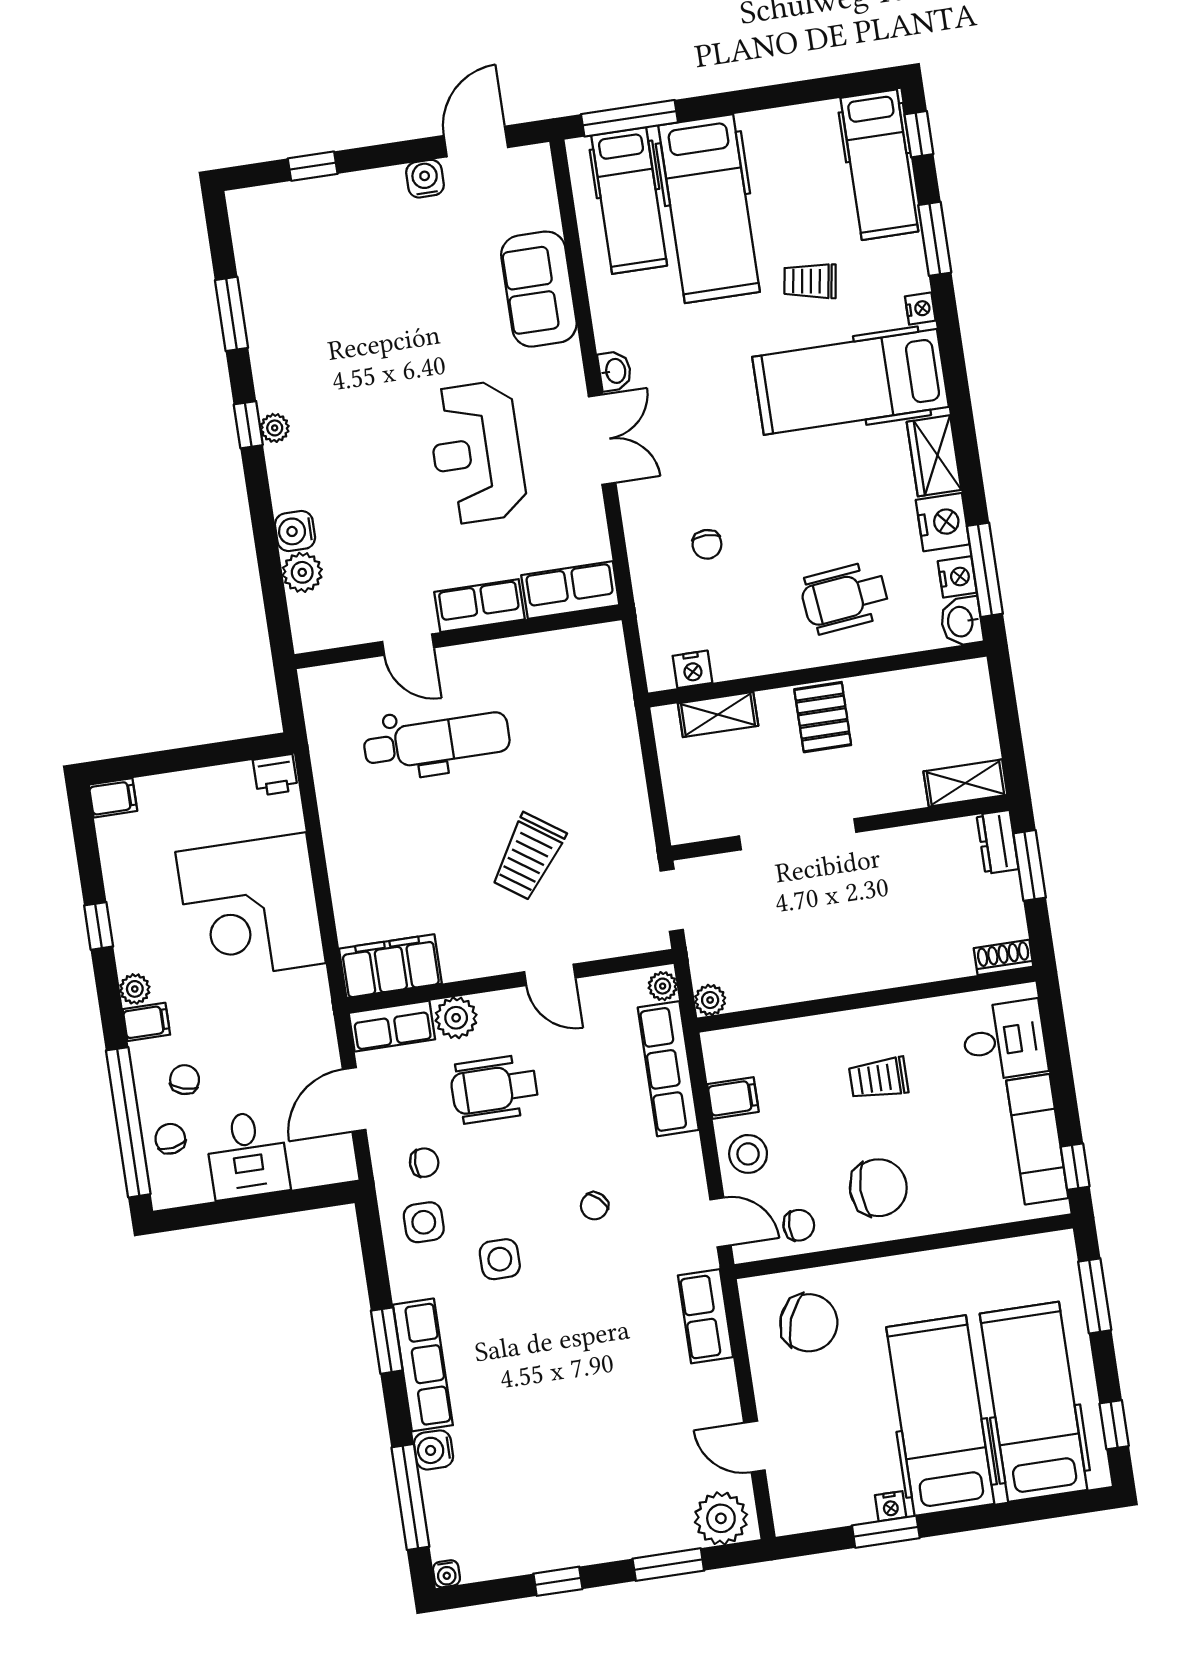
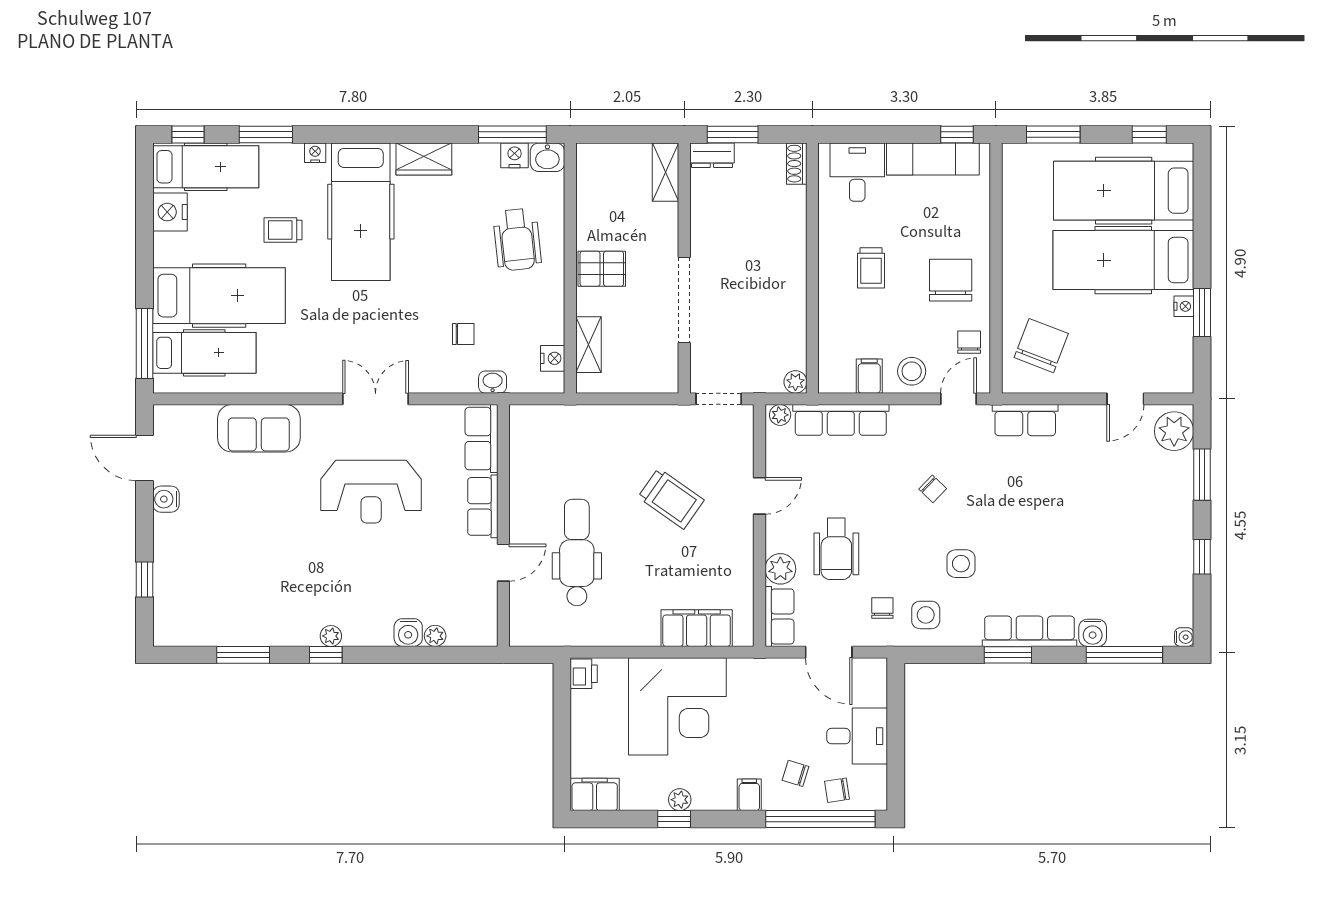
trolley: (810, 281) -> (283, 230), turned 81
washbasin: (615, 371) -> (493, 382), moved
nightstand: (943, 522) -> (170, 212), moved, turned -90
plant: (302, 572) -> (435, 636), width x0.73, depth x0.73
filing cabinet: (113, 798) -> (595, 794), width x2.00
filing cabinet: (390, 966) -> (697, 628), moved, turned 90
plant: (135, 989) -> (680, 800), moved

